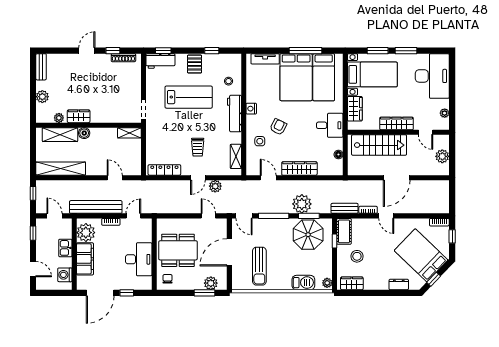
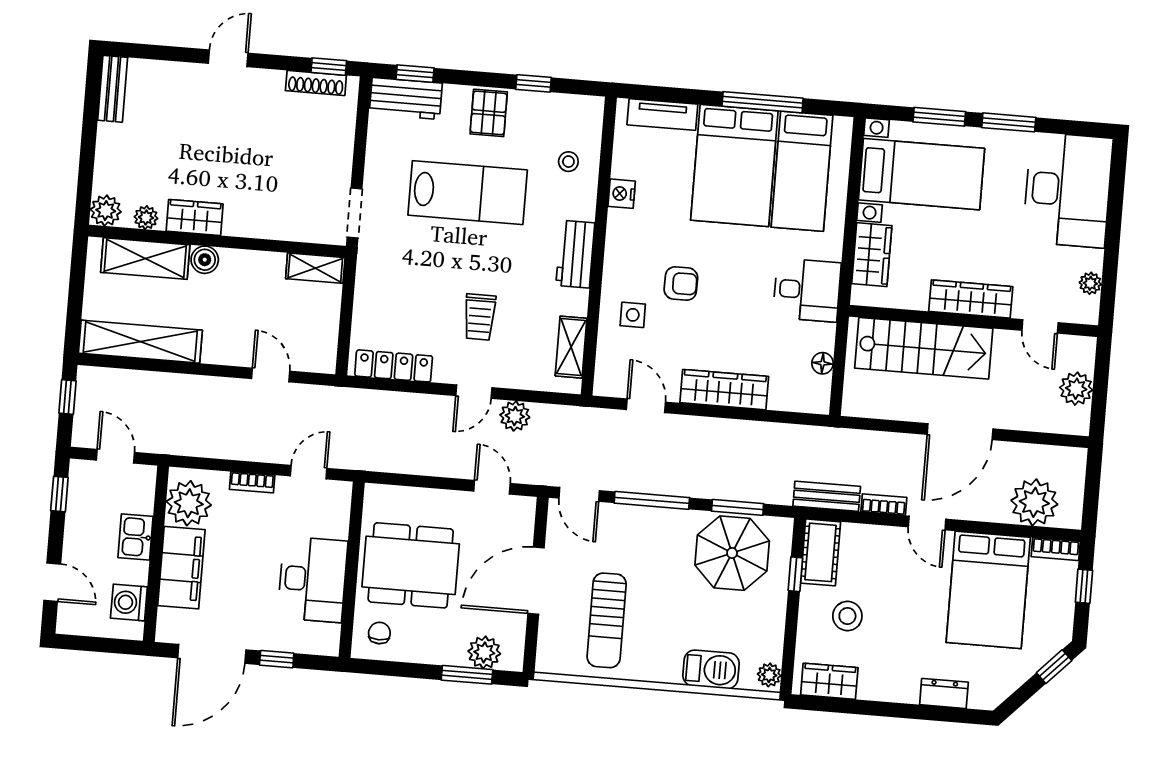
window: (113, 51) -> (329, 67), moved
plant: (42, 97) -> (106, 211), moved
nightstand: (251, 109) -> (622, 194), moved
workbench: (234, 113) -> (575, 254), width x0.73
armchair: (278, 127) -> (681, 284), turned 63
plant: (302, 204) -> (1034, 502), moved
bench: (96, 207) -> (218, 443), removed
bed: (421, 255) -> (988, 590), moved, turned -134
window: (434, 279) -> (1054, 667), moved

